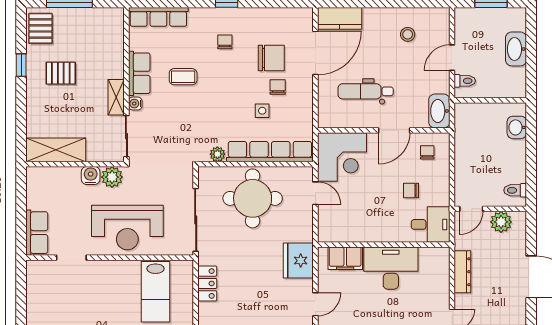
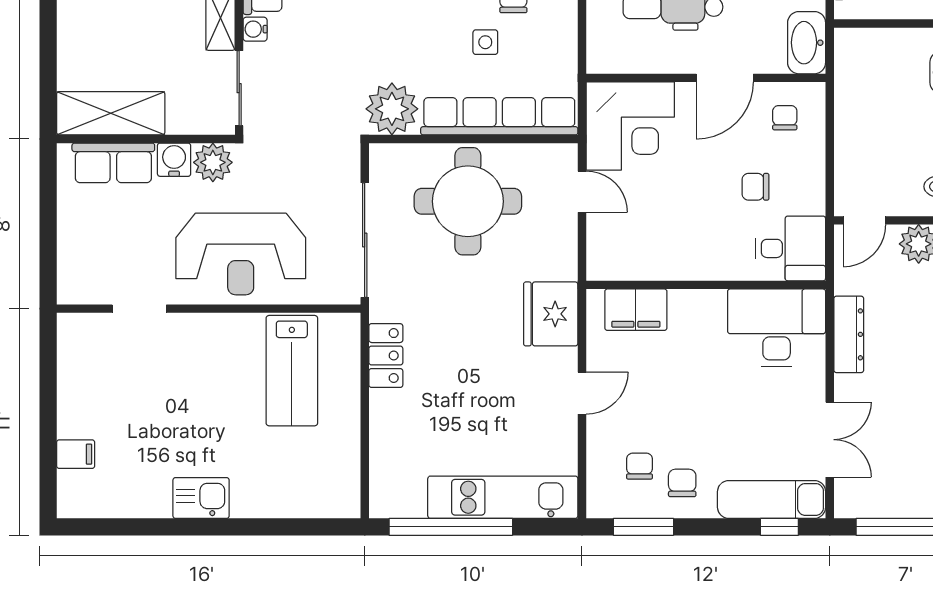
plant: (217, 154) -> (392, 109), width x1.88, depth x1.88
row of seats: (37, 233) -> (113, 163), moved, turned 90
desk: (391, 268) -> (777, 328), moved

